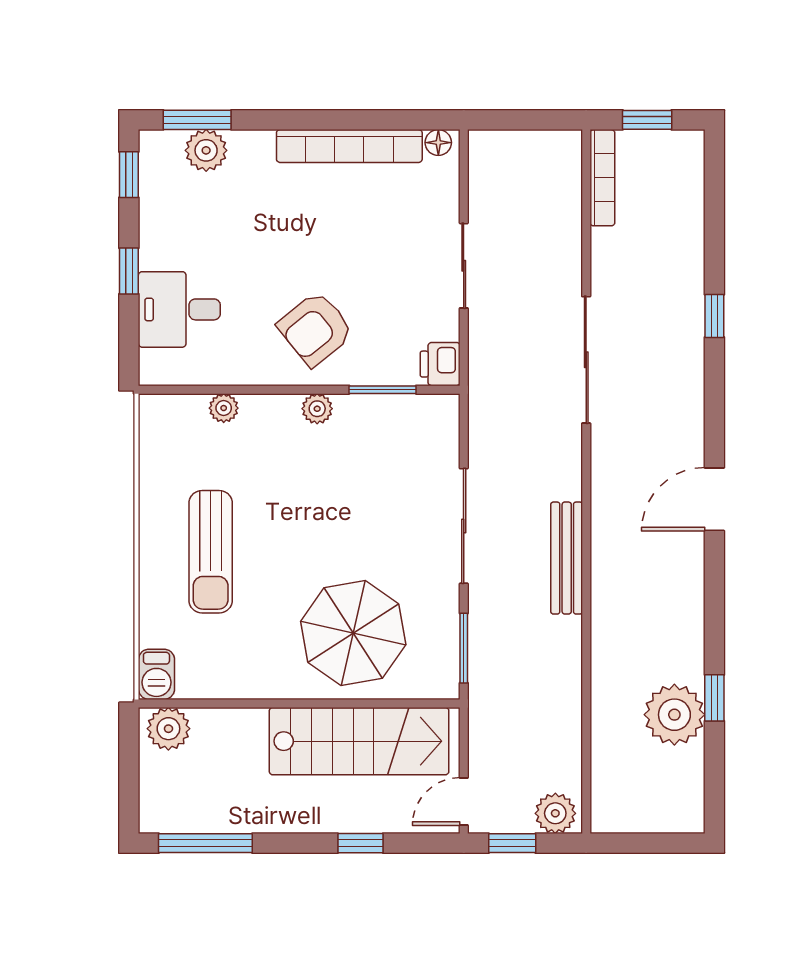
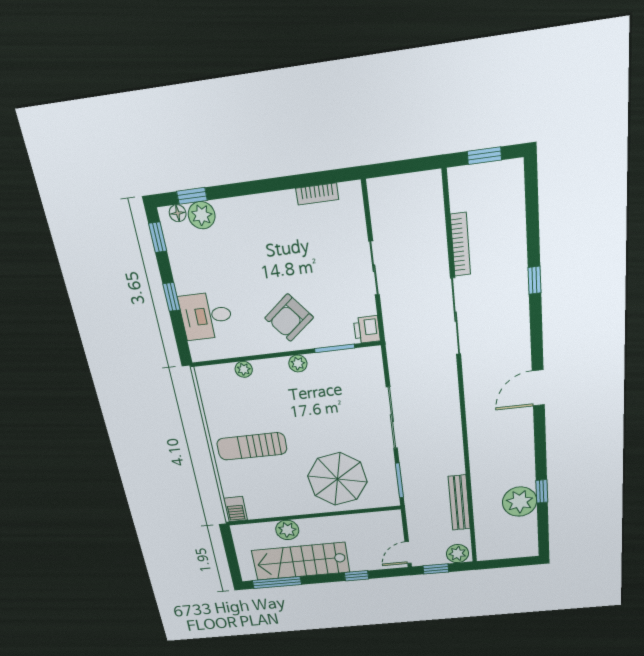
window: (197, 120) -> (192, 196), width x0.67
floor lamp: (438, 143) -> (178, 213), moved
bookcase: (349, 146) -> (317, 194), width x0.43, depth x0.76
bookcase: (602, 178) -> (460, 244), moved
sun lounger: (211, 552) -> (252, 446), turned 90
bench: (567, 558) -> (459, 503), moved
plant: (168, 729) -> (287, 530), moved
stairs: (359, 741) -> (301, 561), moved, turned 180

